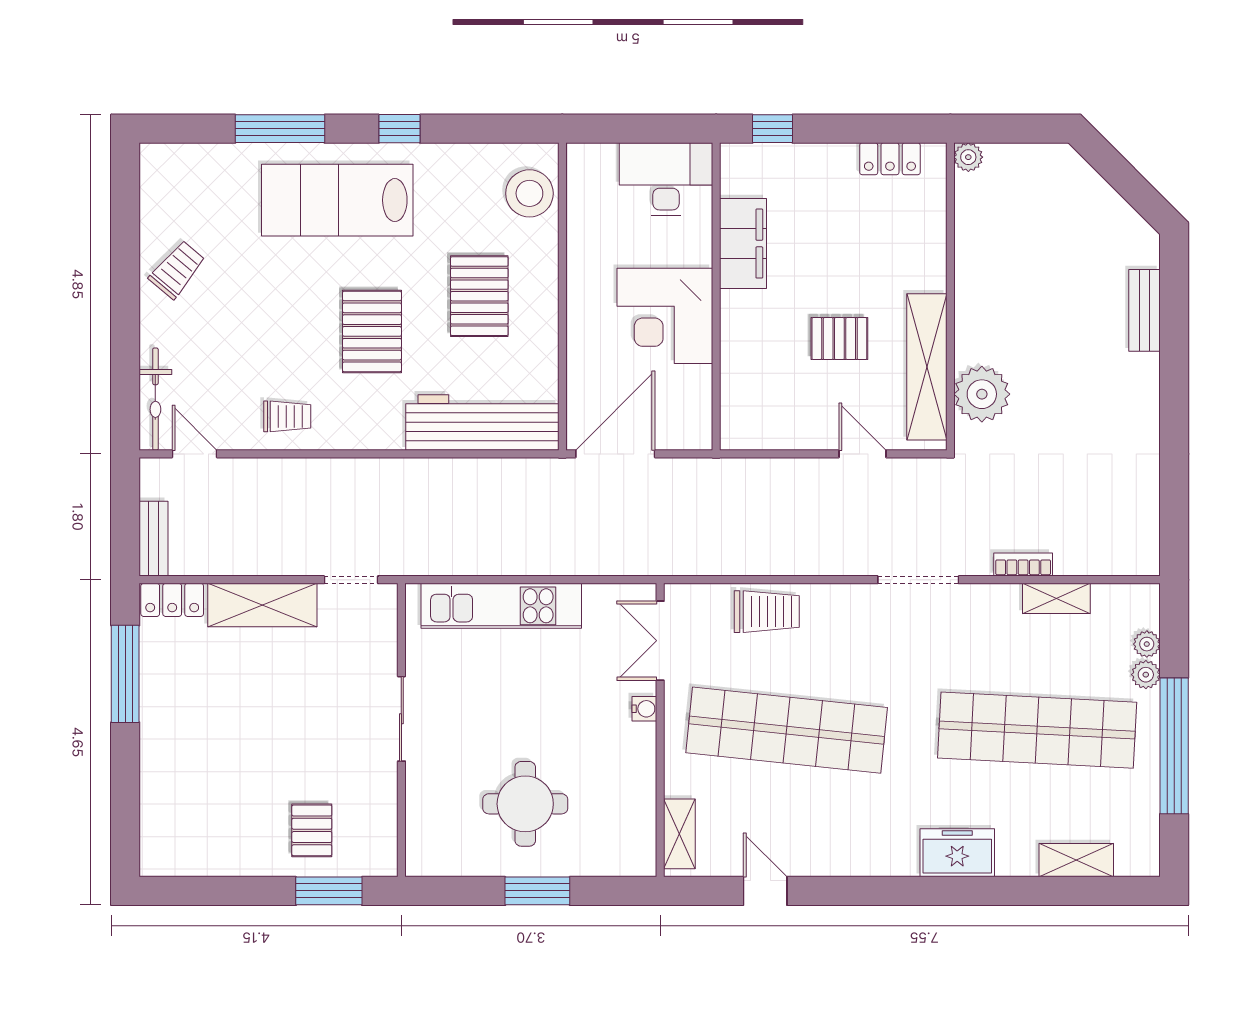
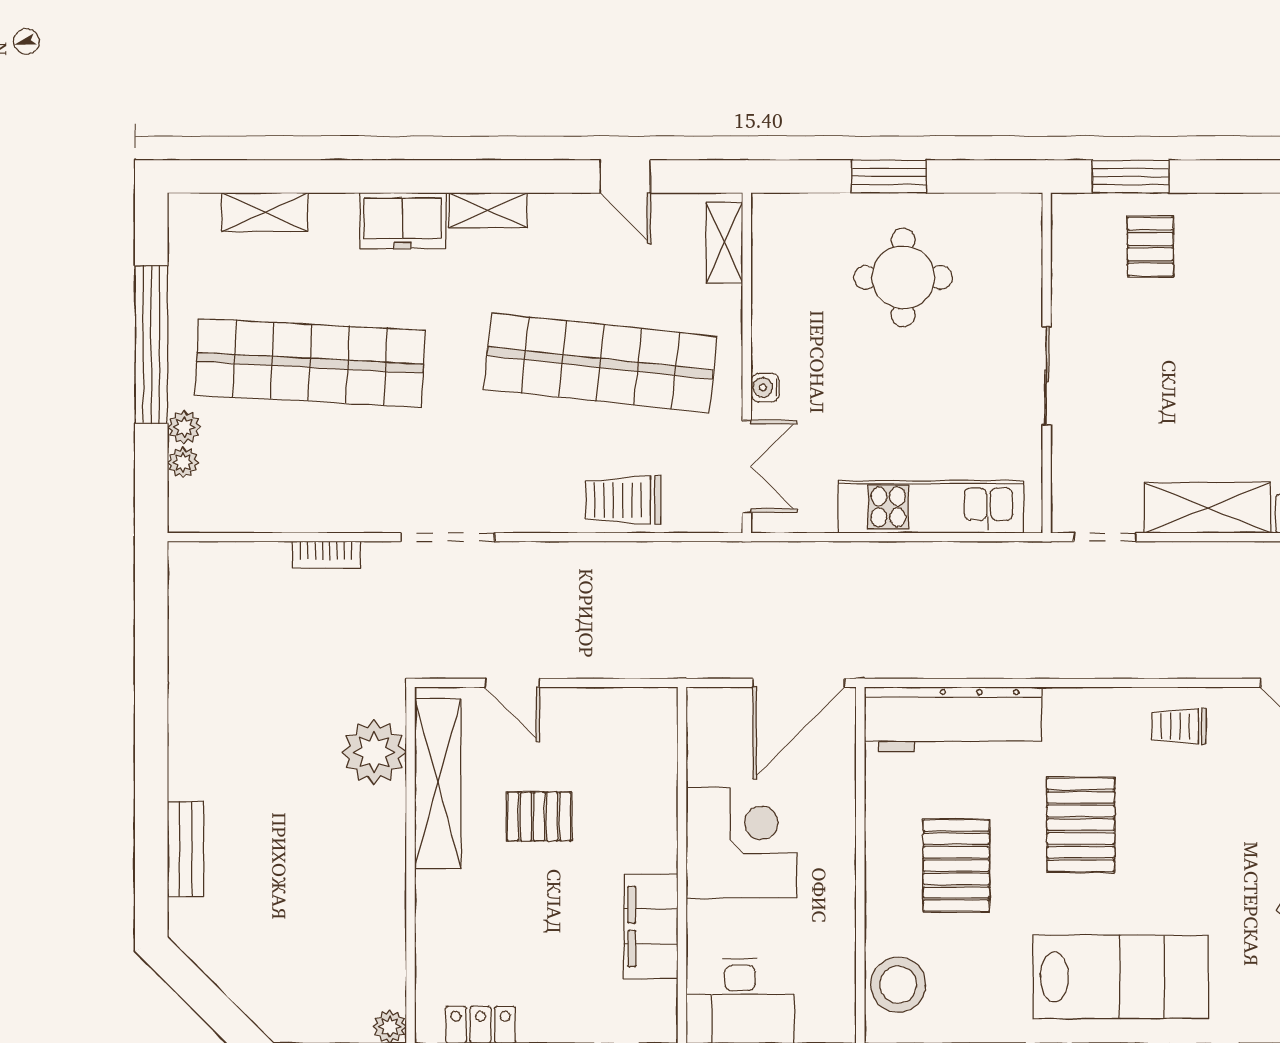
shelving: (1056, 598) -> (488, 210), moved

